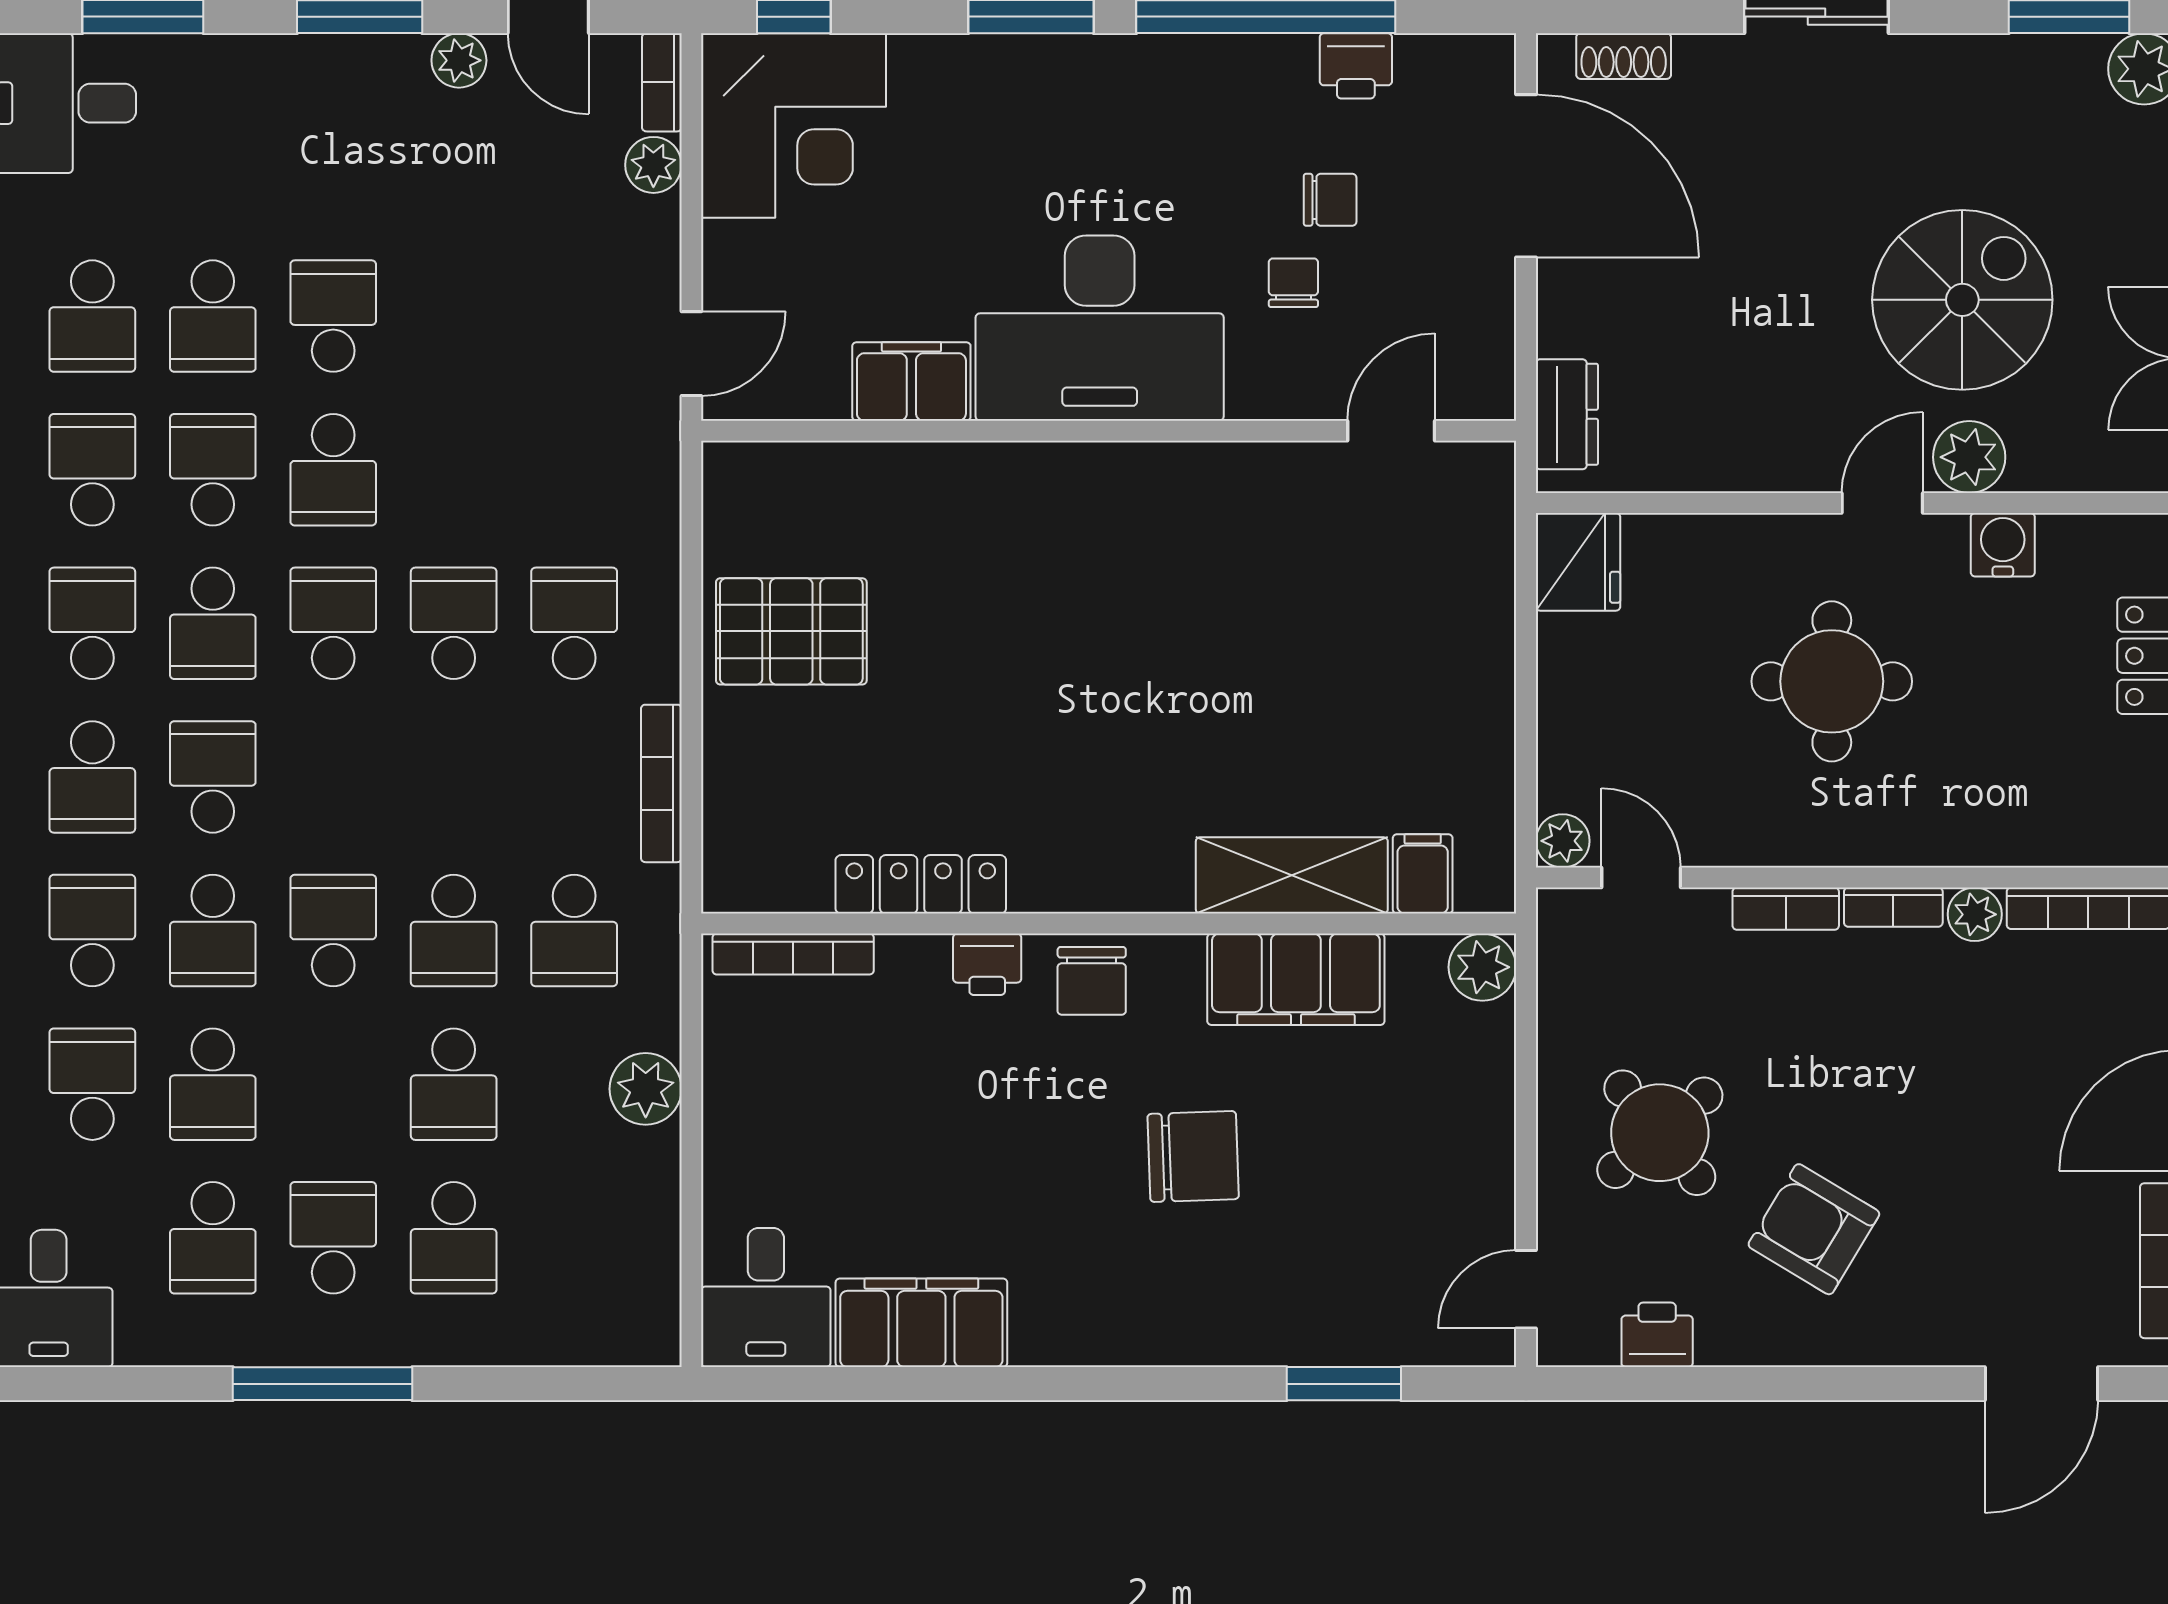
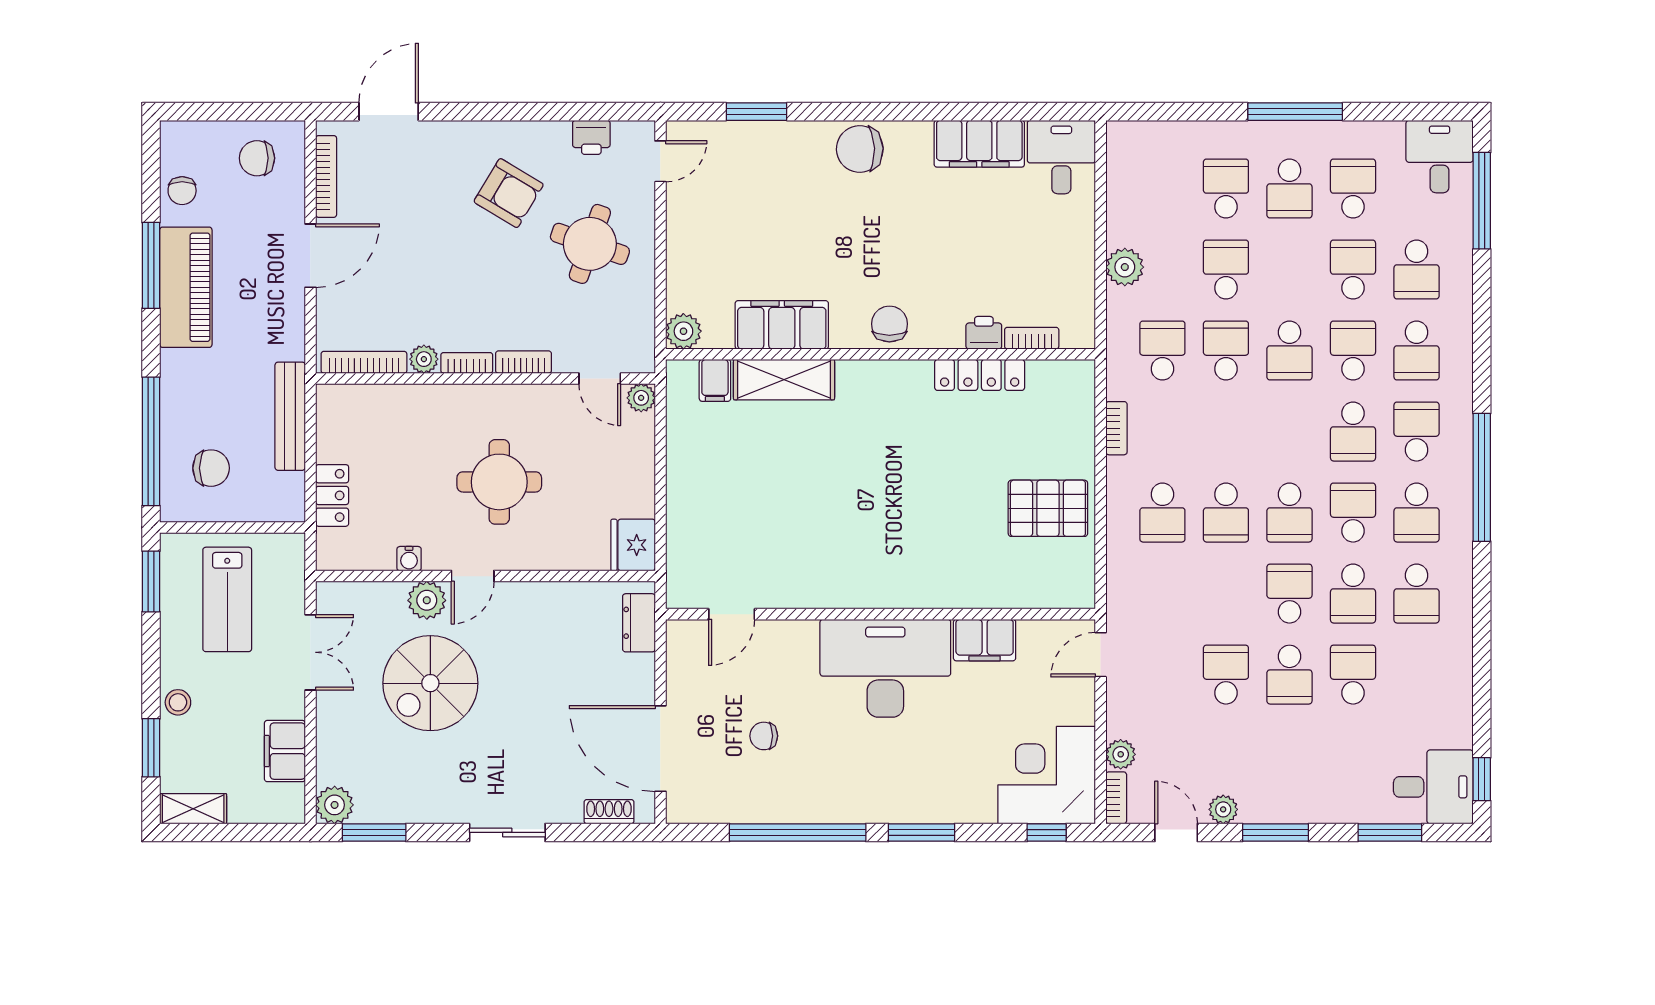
printer: (1356, 66) -> (750, 807), removed
chair: (1293, 283) -> (783, 692), removed
school desk: (92, 316) -> (1226, 675), moved
water cooler: (2003, 545) -> (409, 559), width x0.72, depth x0.72
bookcase: (661, 783) -> (1116, 428), width x0.64
bookcase: (793, 954) -> (1032, 338), width x0.64
printer: (987, 964) -> (984, 333), moved
round table: (1660, 1133) -> (590, 244), turned -31
chair: (1193, 1156) -> (860, 149), moved

